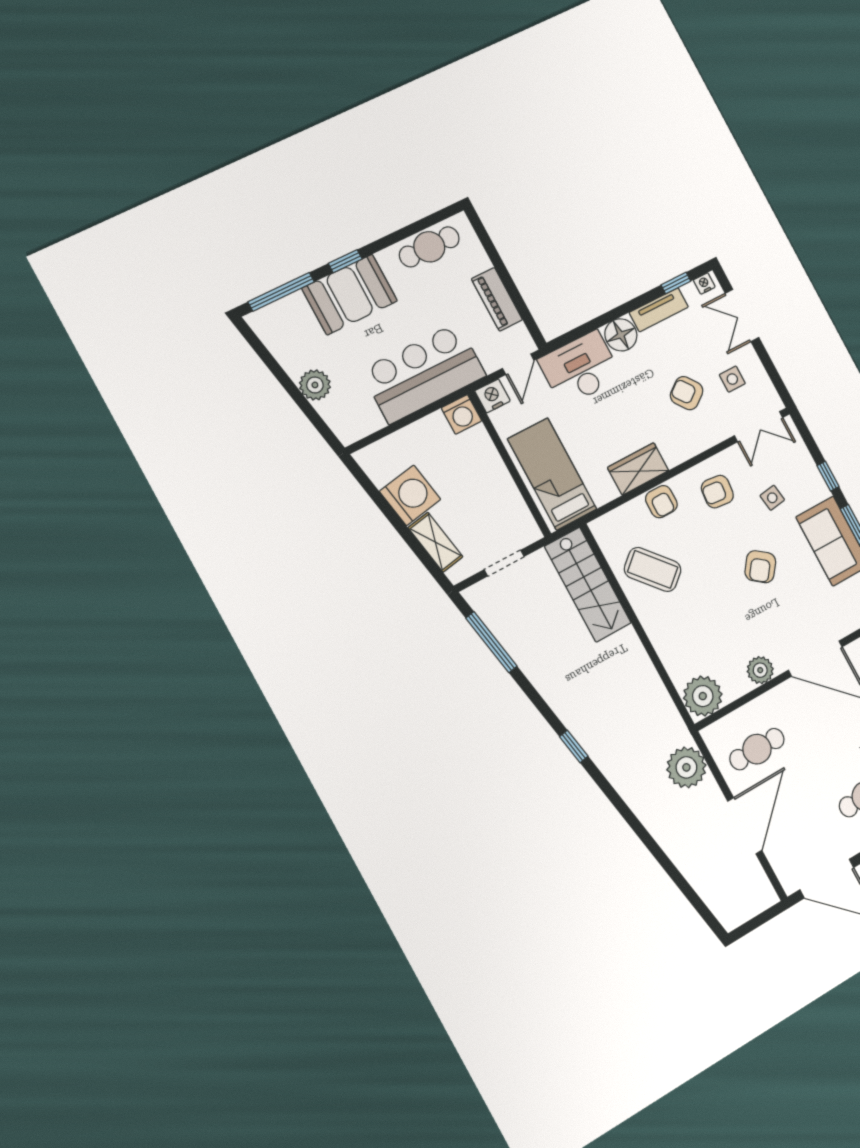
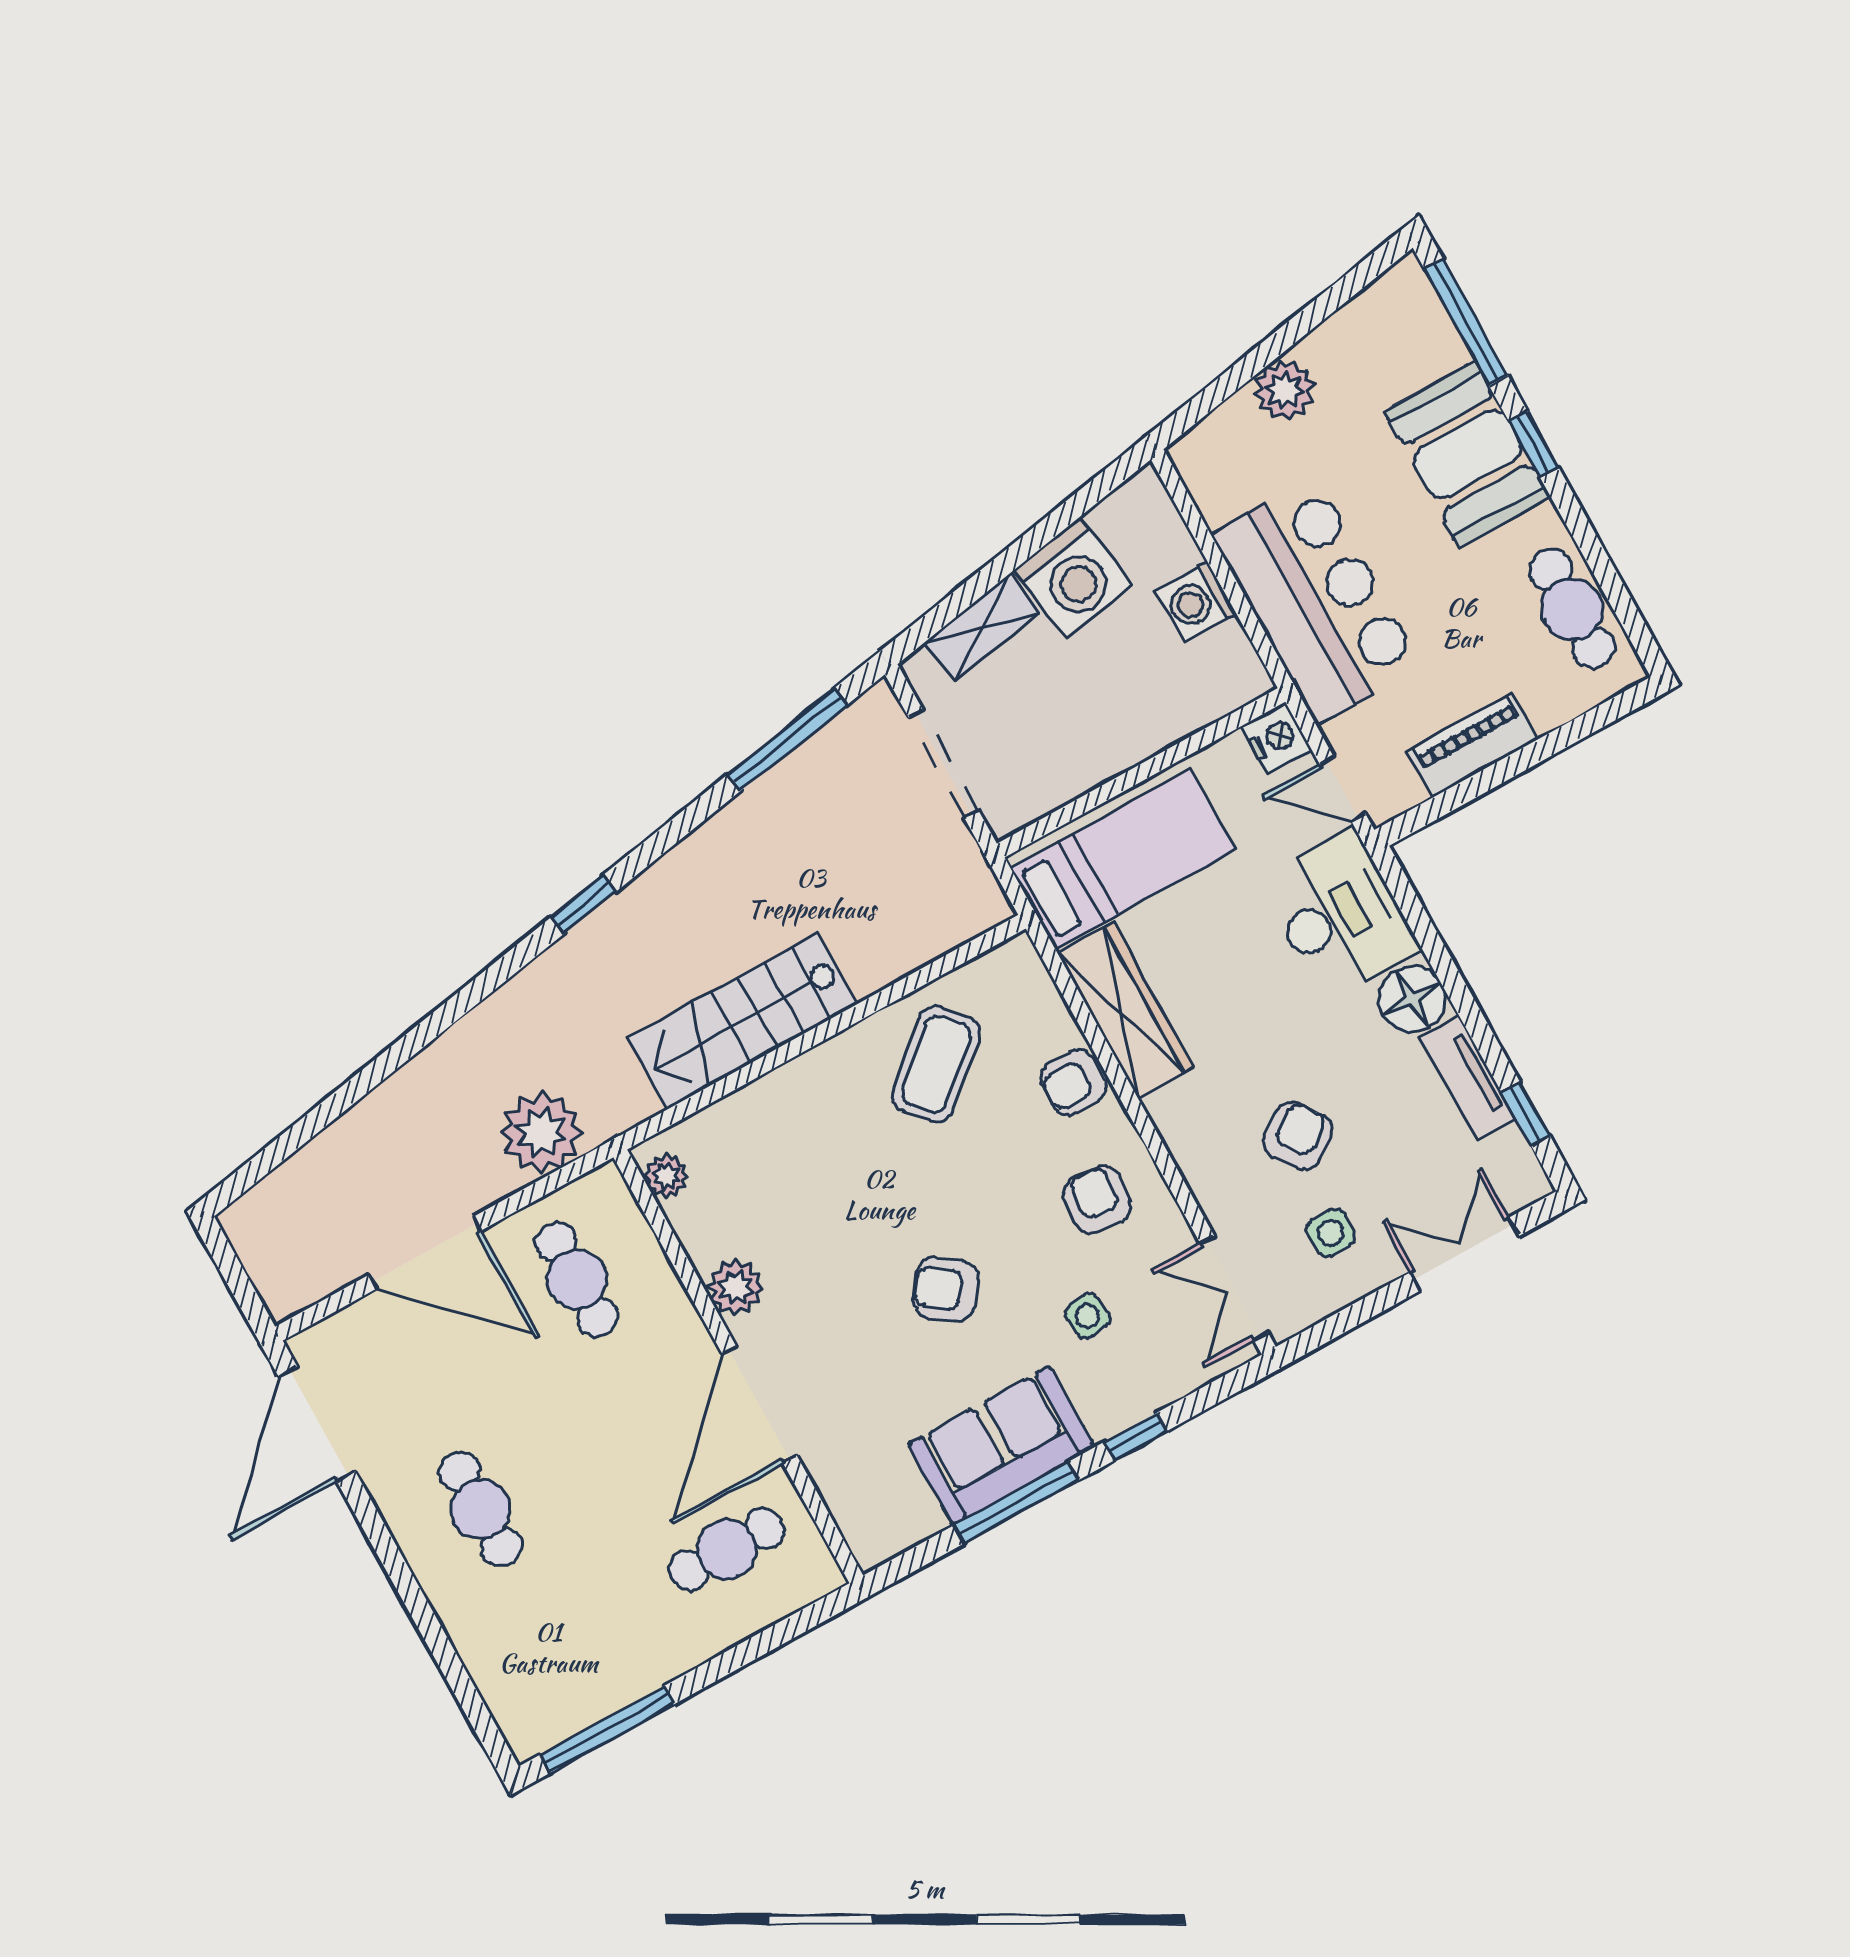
nightstand: (704, 283) -> (1528, 1174), removed
washing machine: (462, 414) -> (1196, 602), moved
wardrobe: (638, 469) -> (1125, 1010), width x1.50
doorway: (504, 563) -> (943, 764), width x1.38
stairs: (588, 585) -> (743, 1021), moved
plant: (703, 696) -> (666, 1176), width x0.53, depth x0.53

